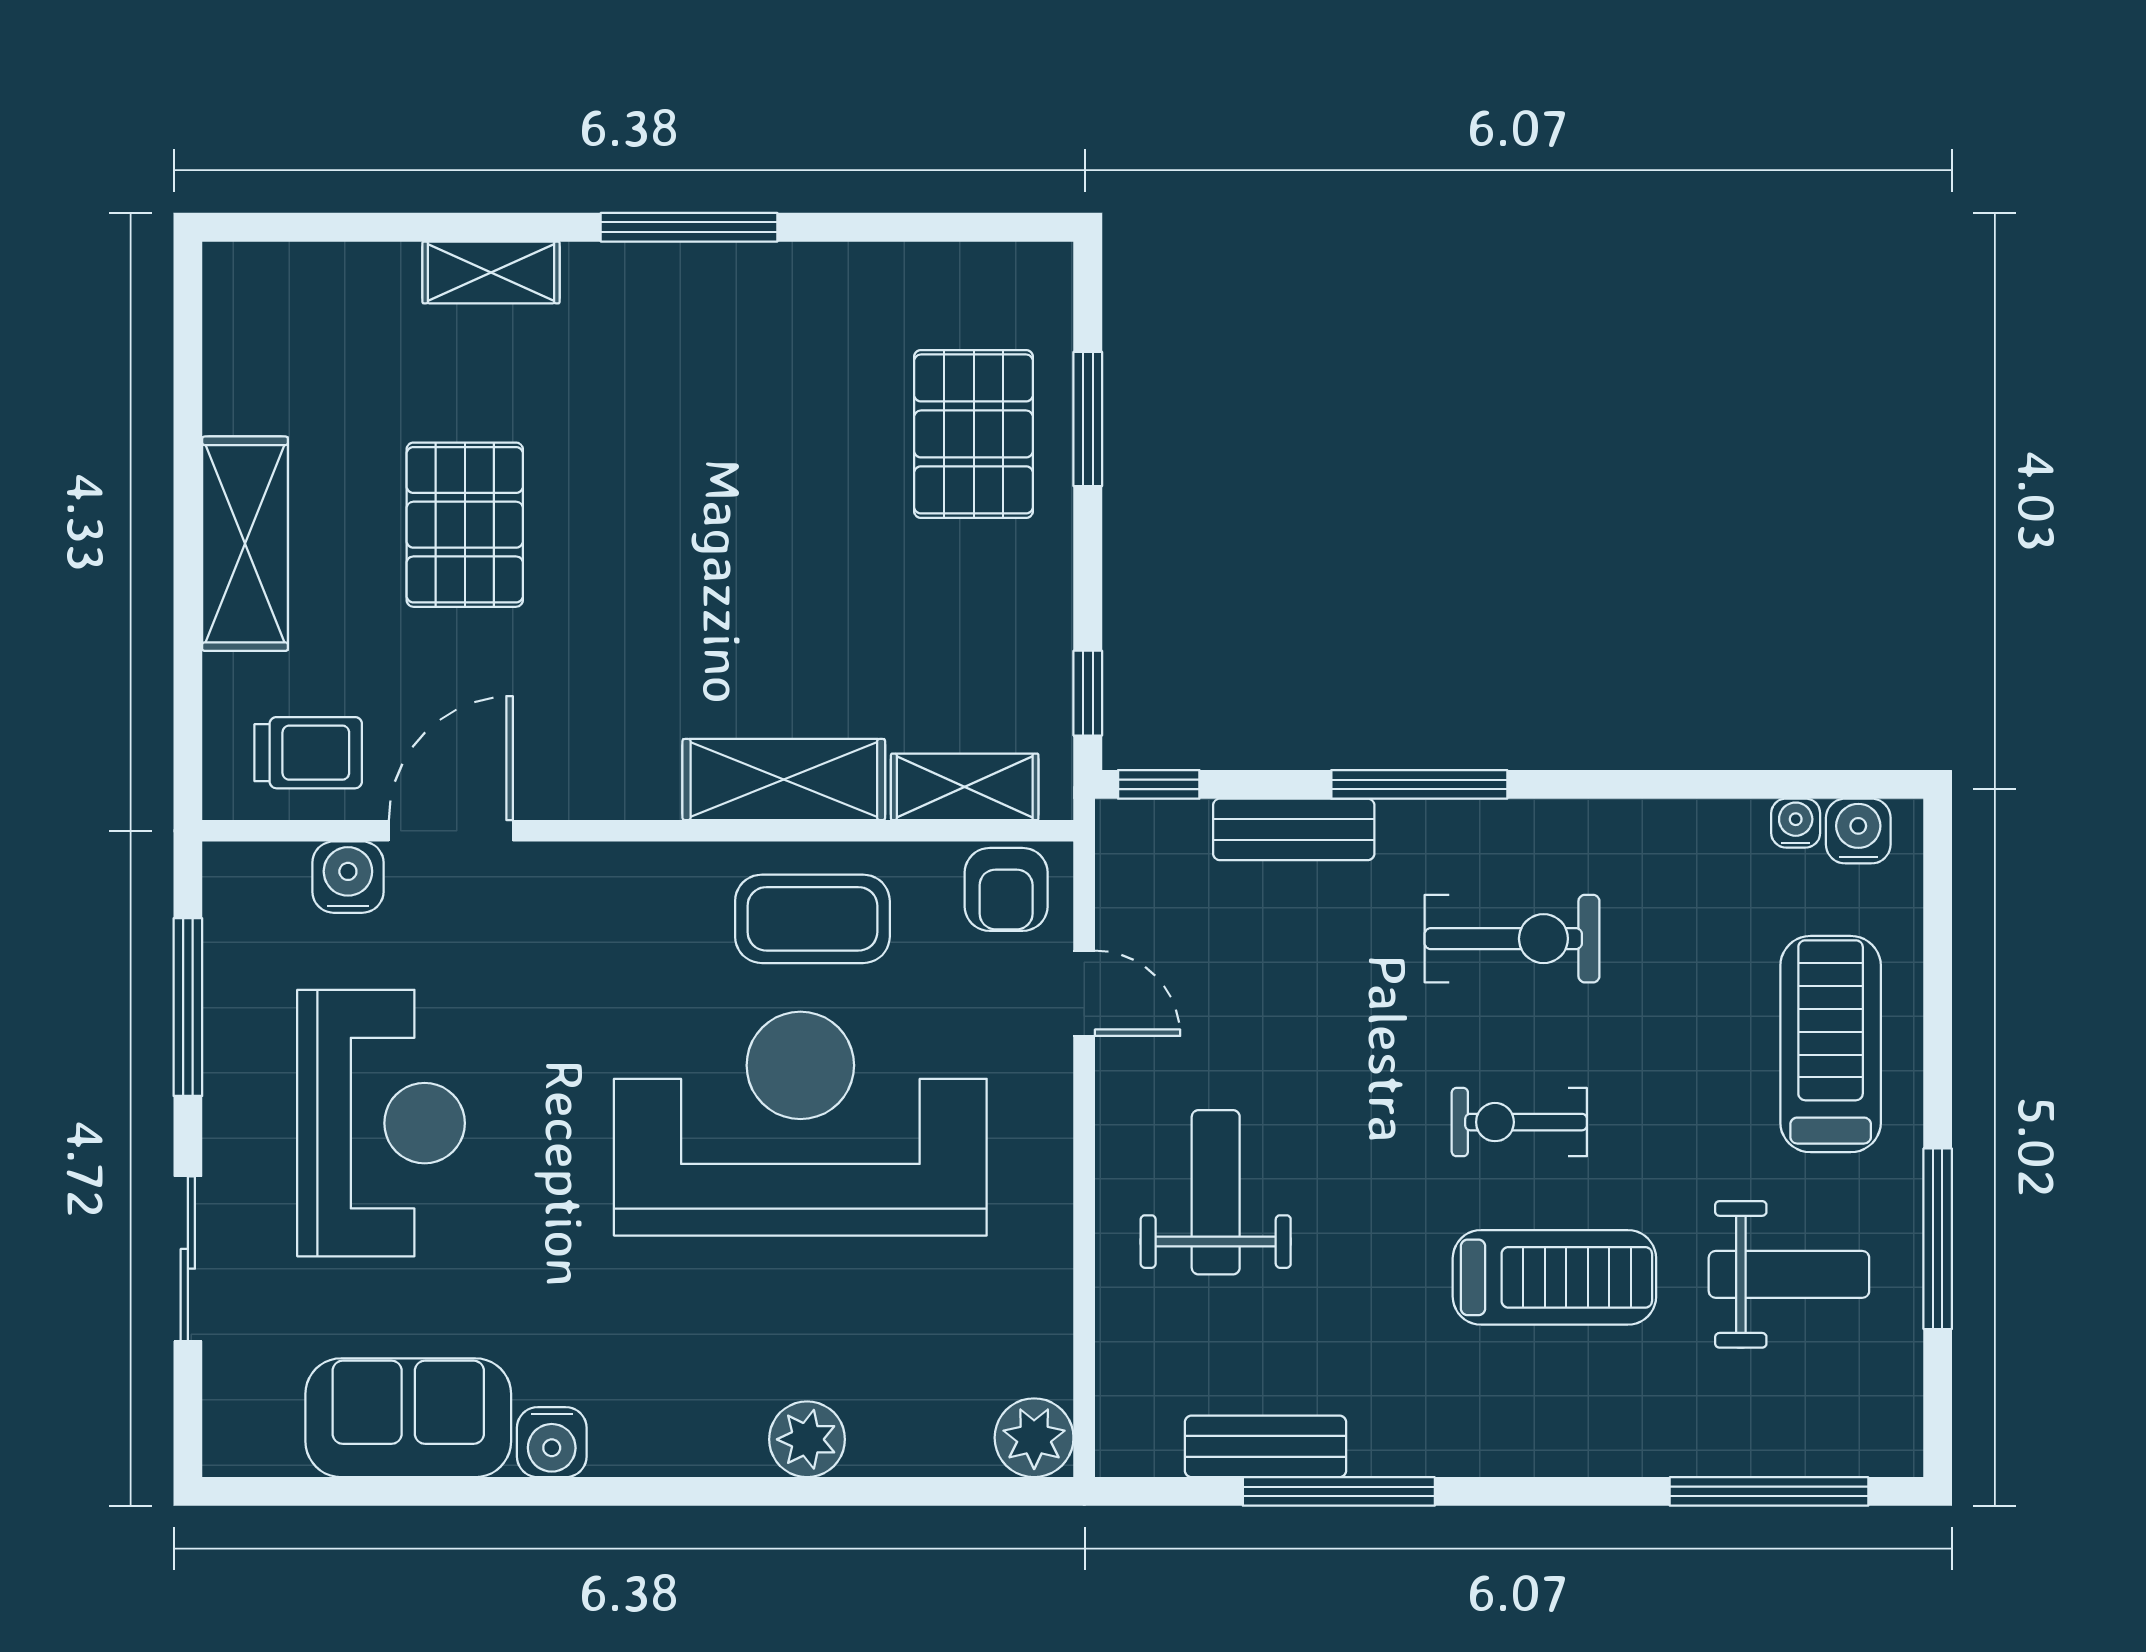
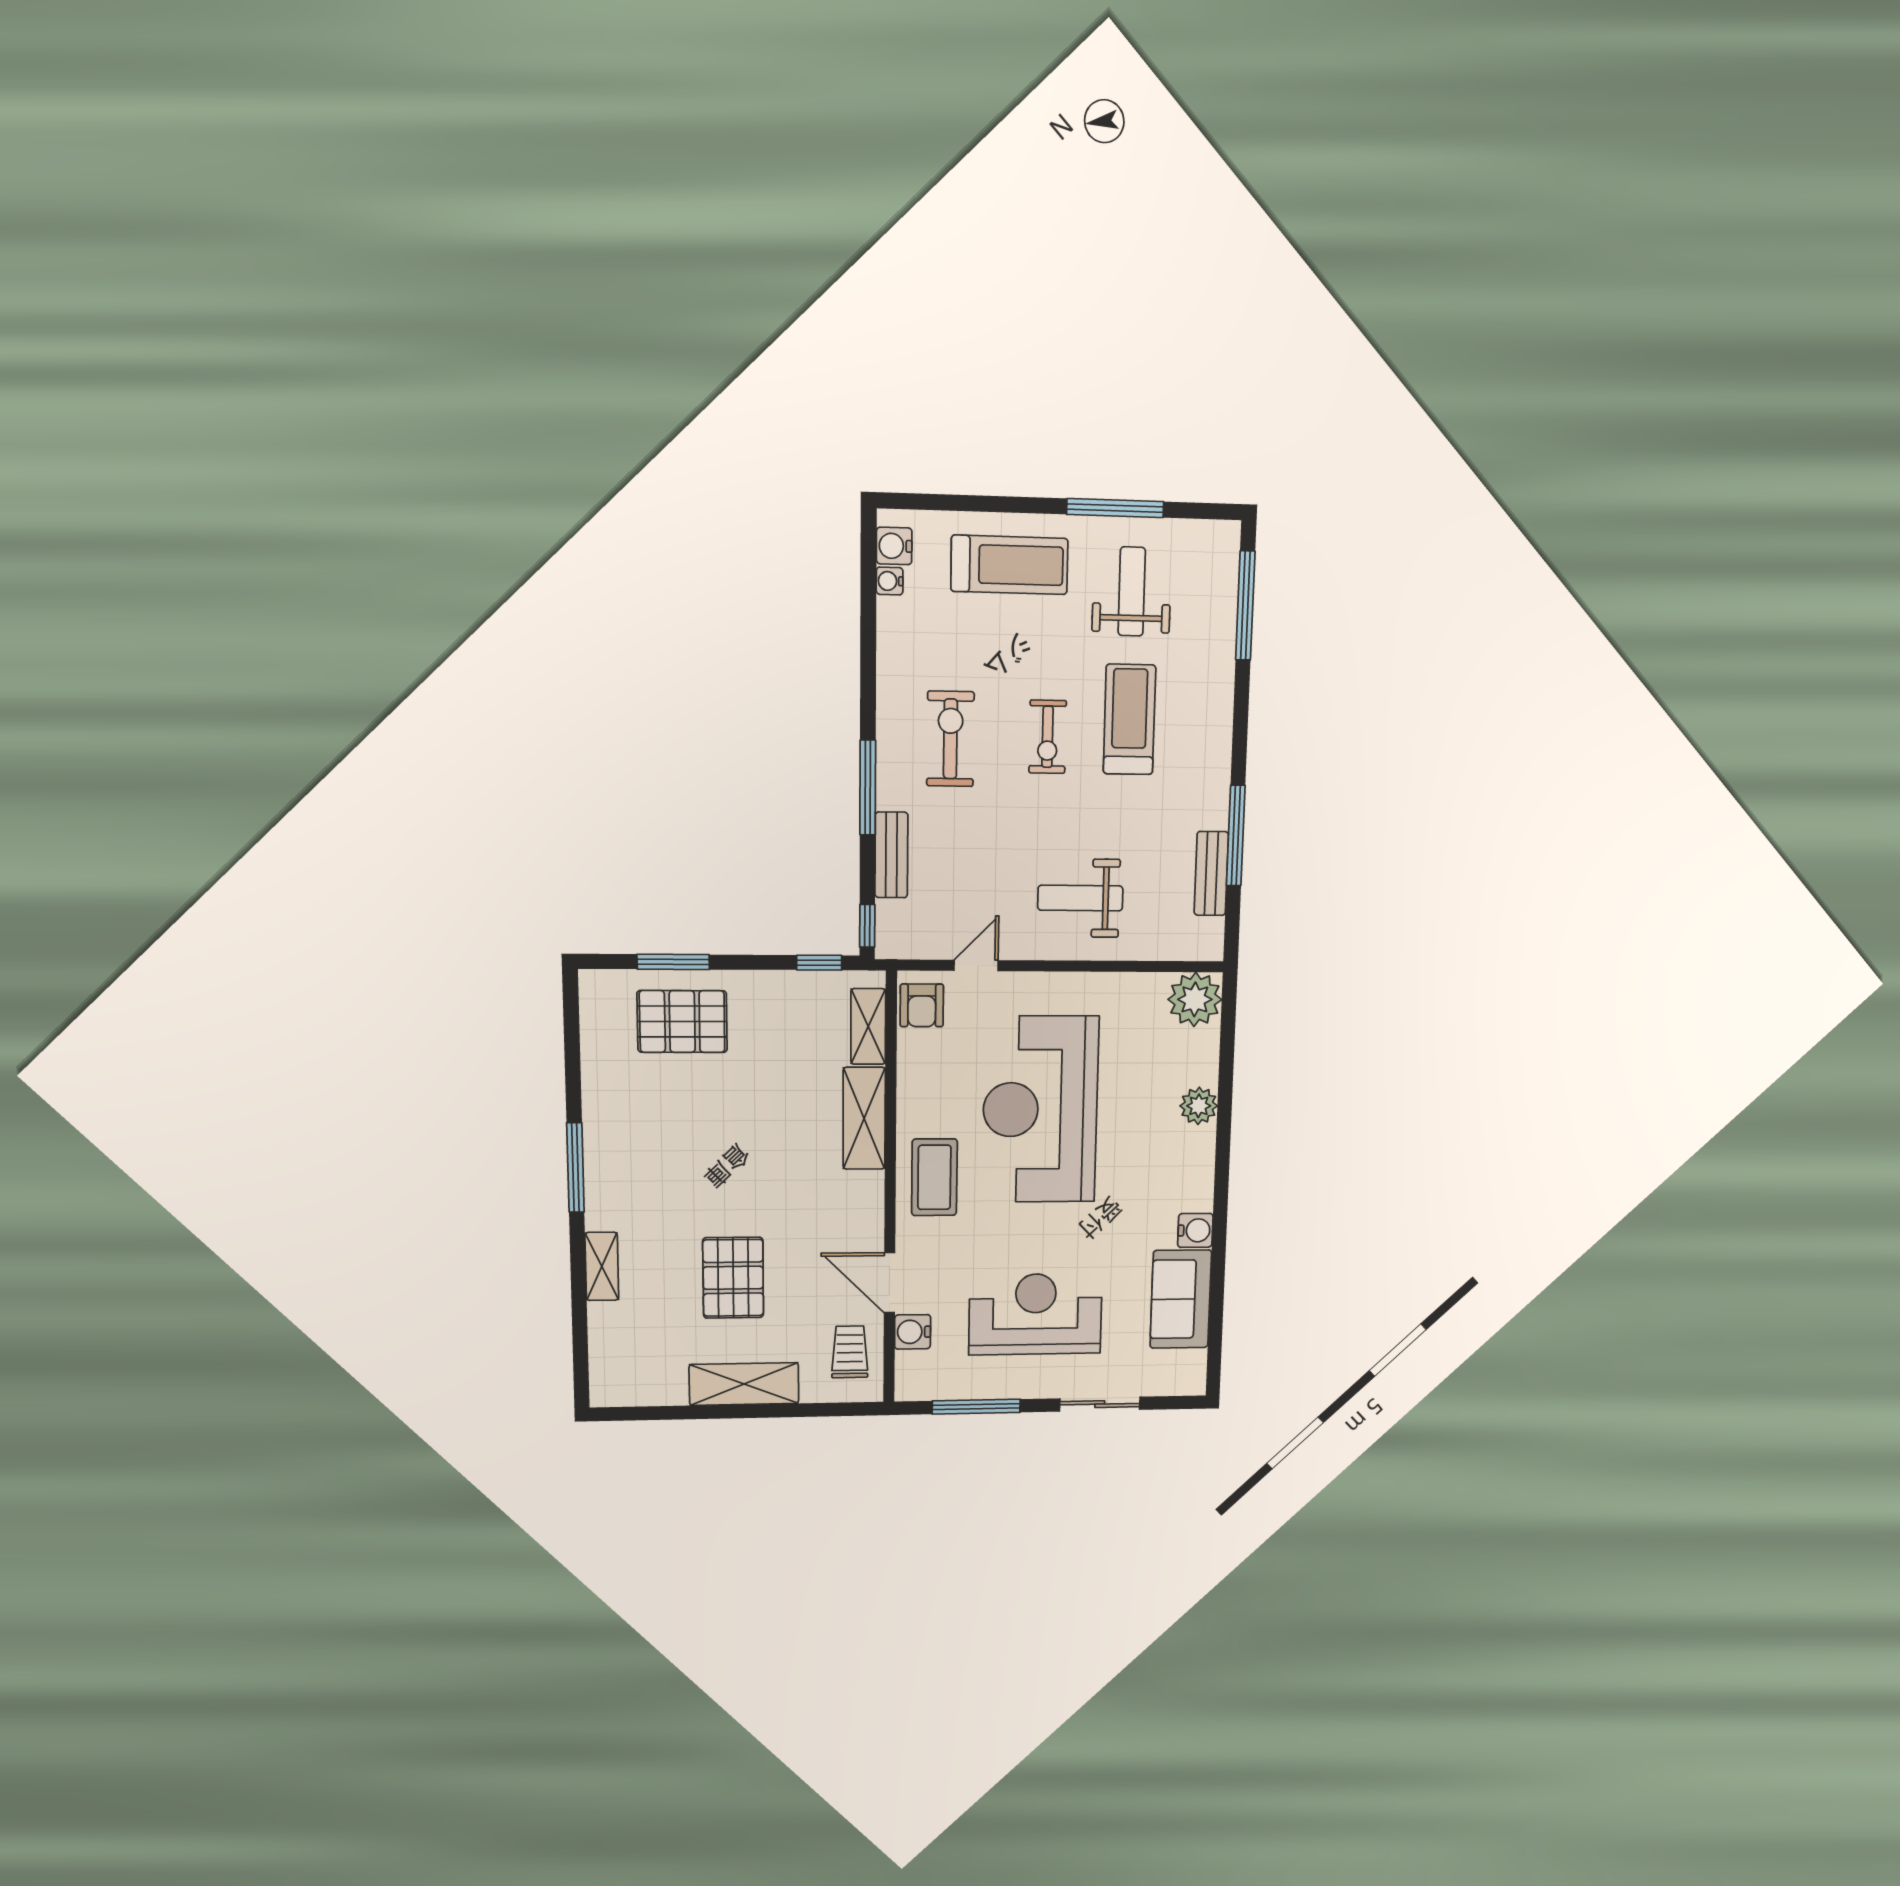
pallet: (465, 525) -> (733, 1278), turned 90
armchair: (1006, 889) -> (922, 1005), turned 90
coffee table: (812, 919) -> (934, 1177), moved
treadmill: (1831, 1044) -> (1009, 565), turned 180
plant: (1034, 1438) -> (1195, 999), width x1.36, depth x1.36

